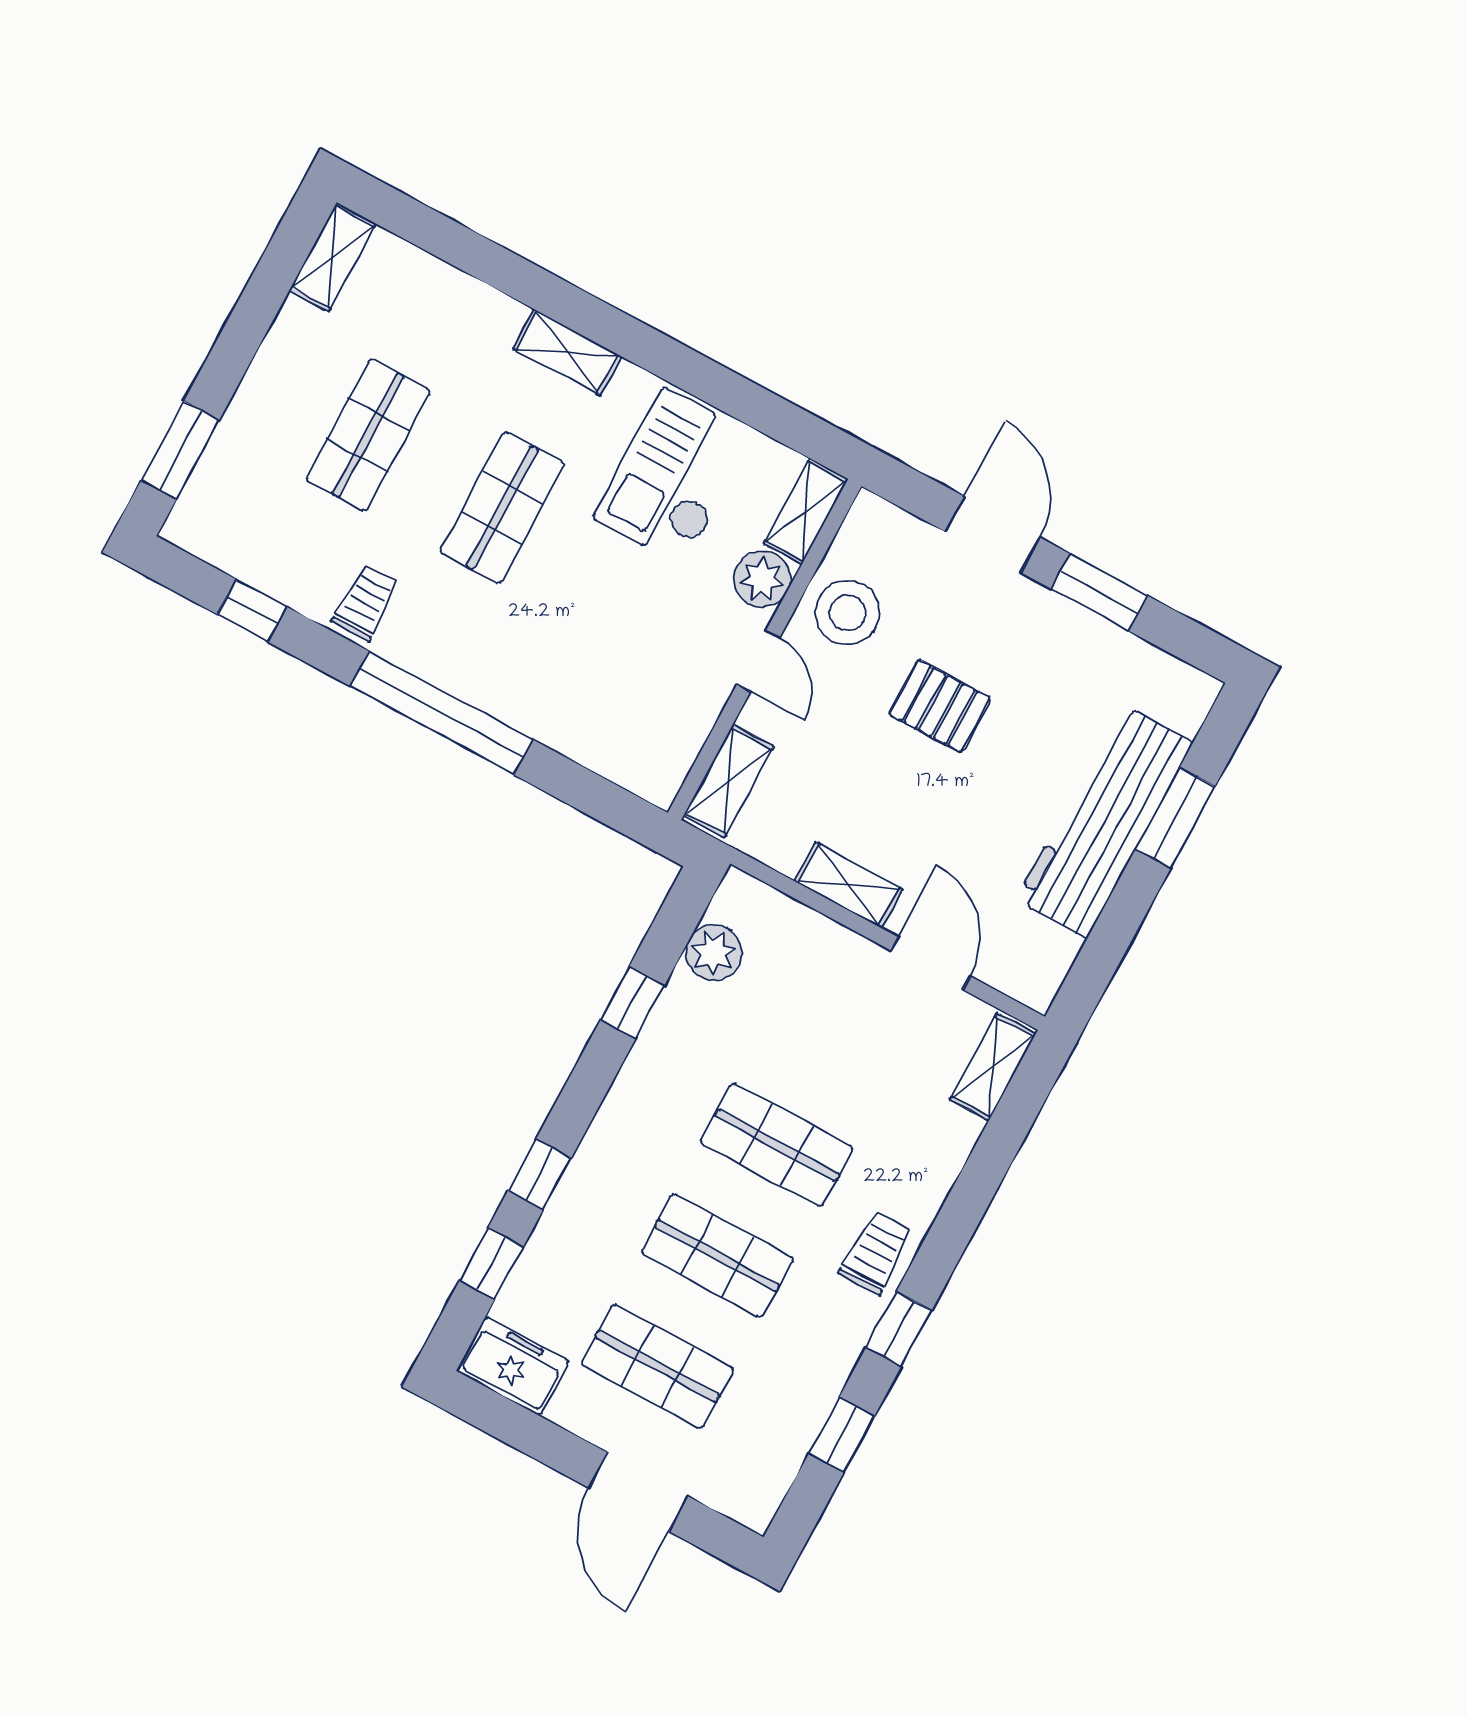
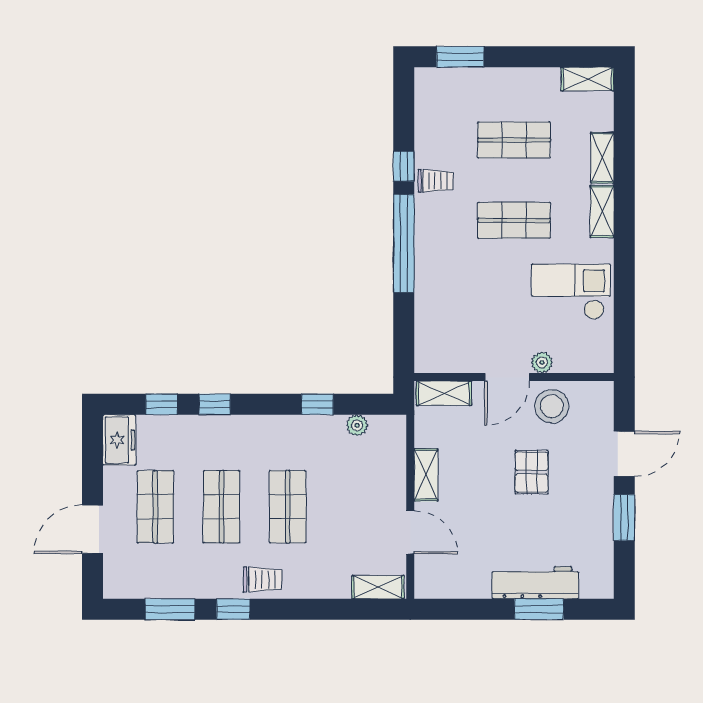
shelving: (806, 511) -> (602, 158), moved, turned 90
plant: (762, 579) -> (542, 362), width x0.73, depth x0.73
window: (252, 611) -> (404, 166), moved
door: (758, 661) -> (507, 377), width x1.38
workbench: (1105, 821) -> (535, 583), width x0.73, depth x0.76
plant: (714, 953) -> (357, 425), width x0.73, depth x0.73
door: (930, 963) -> (410, 532), hinge flipped
window: (842, 1435) -> (170, 609), width x1.50

